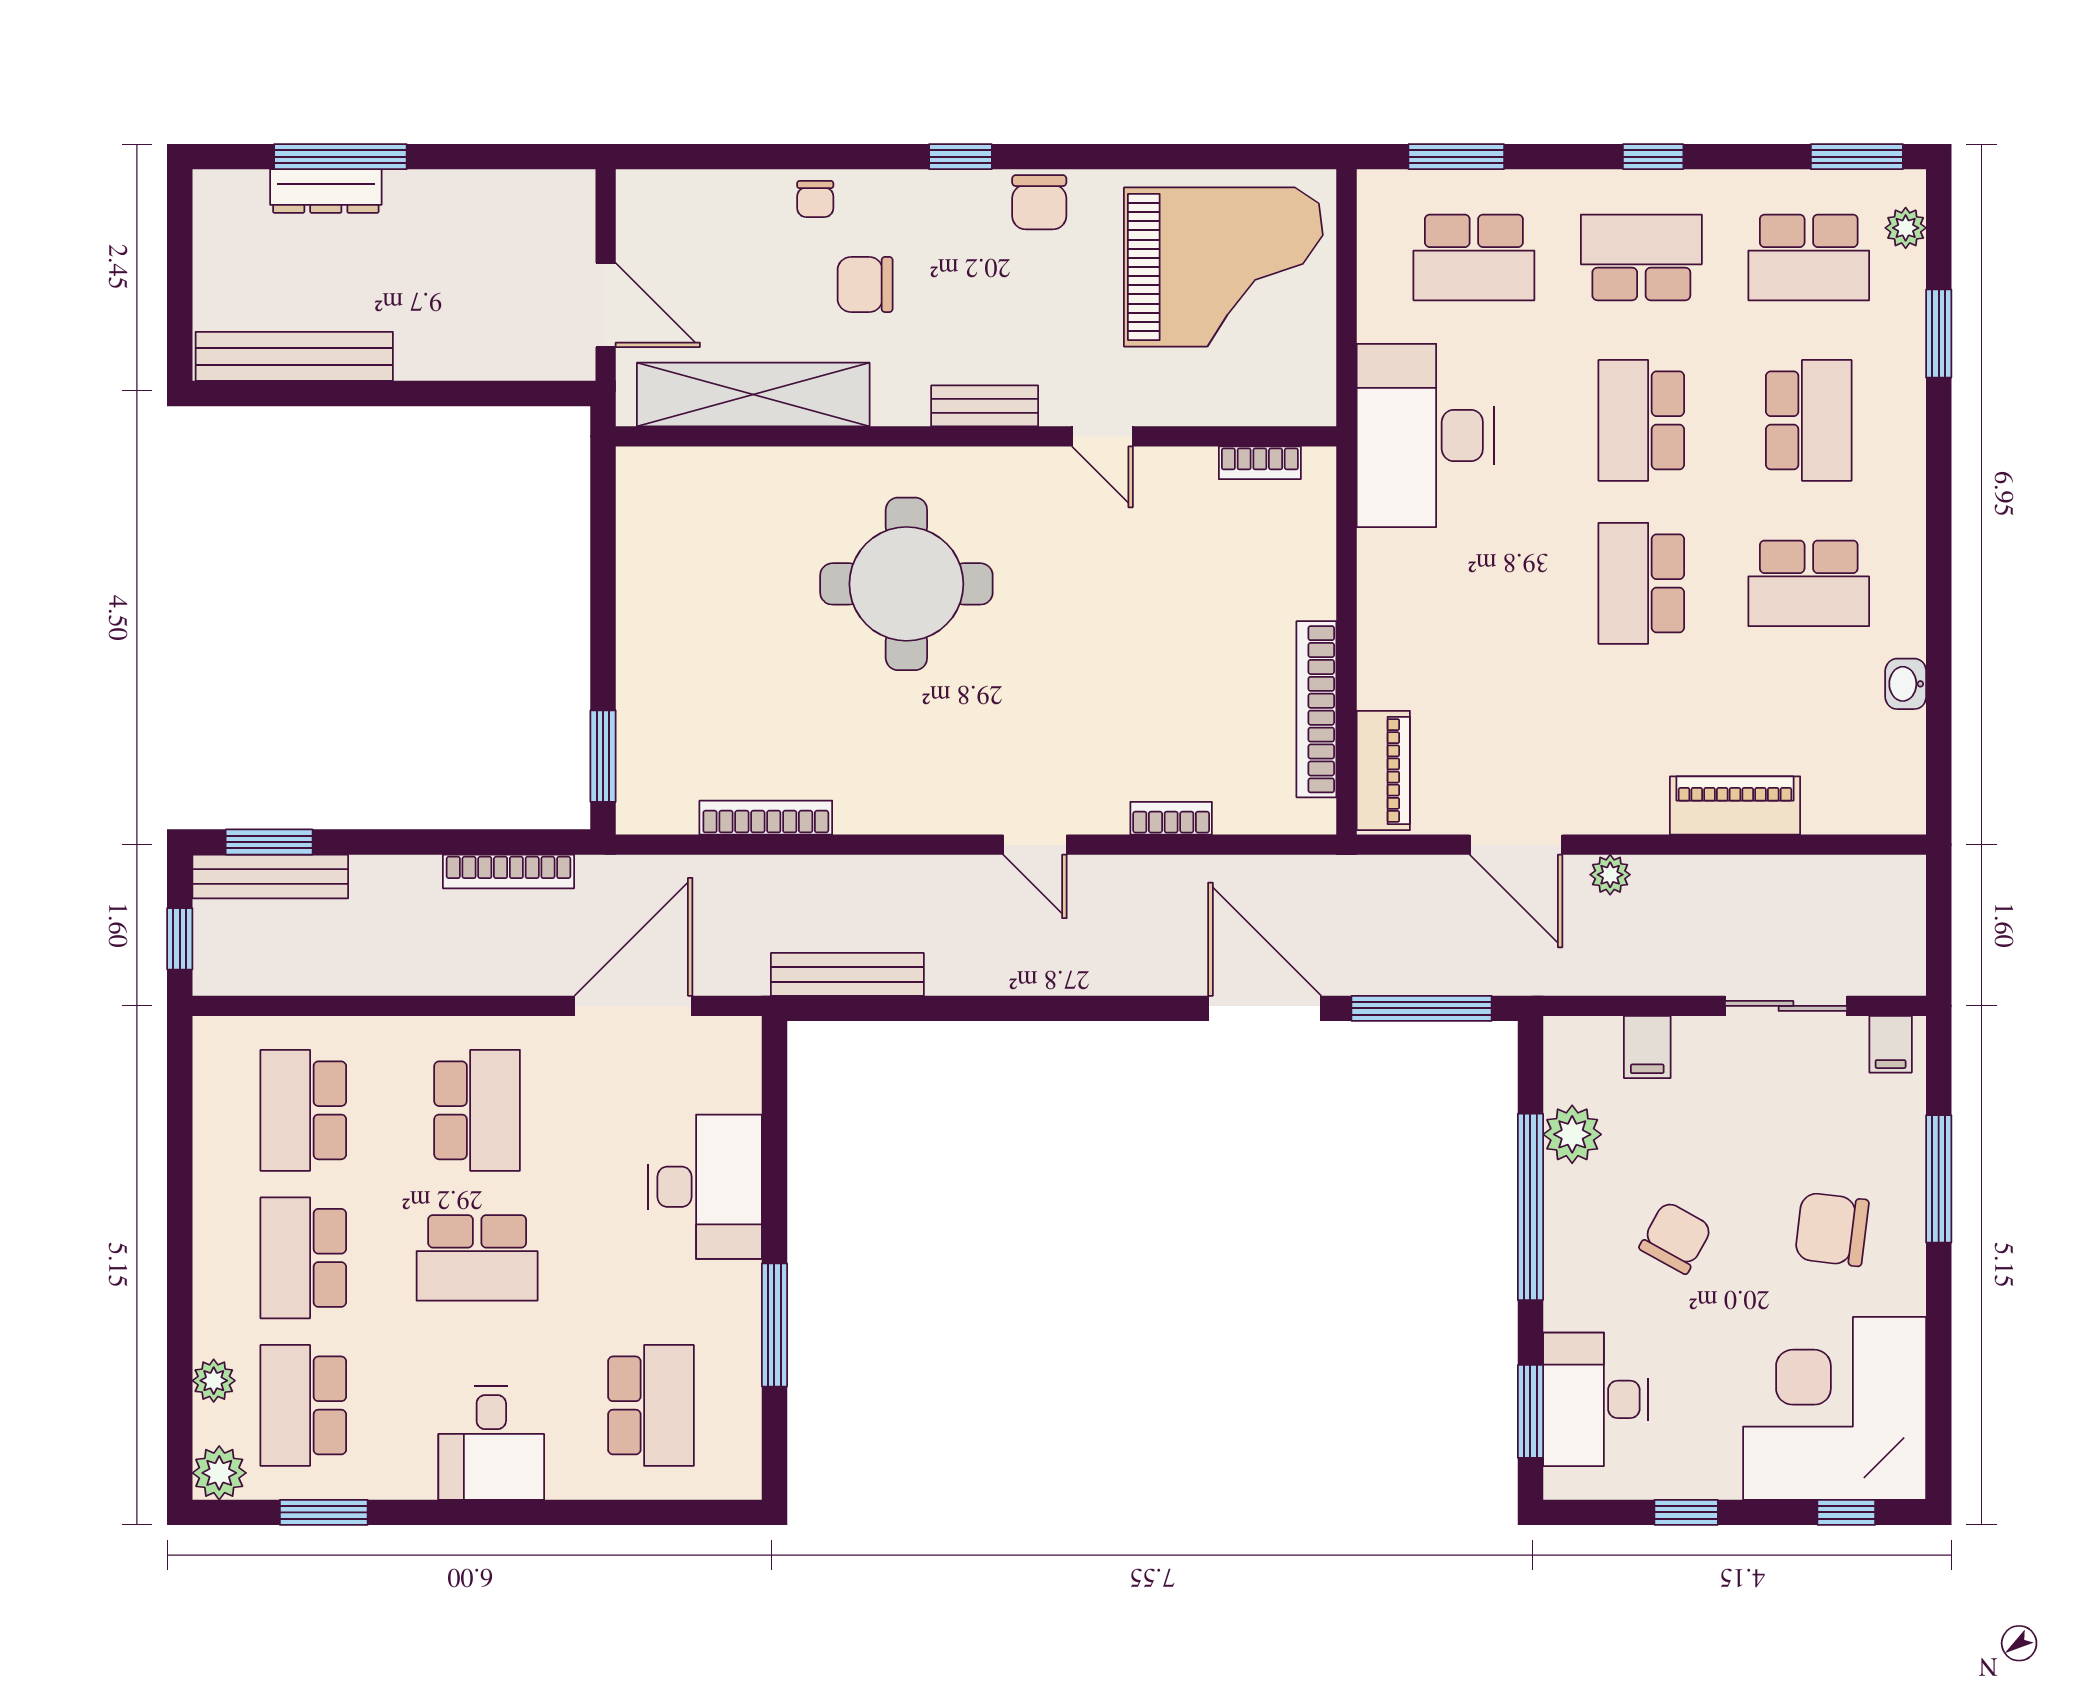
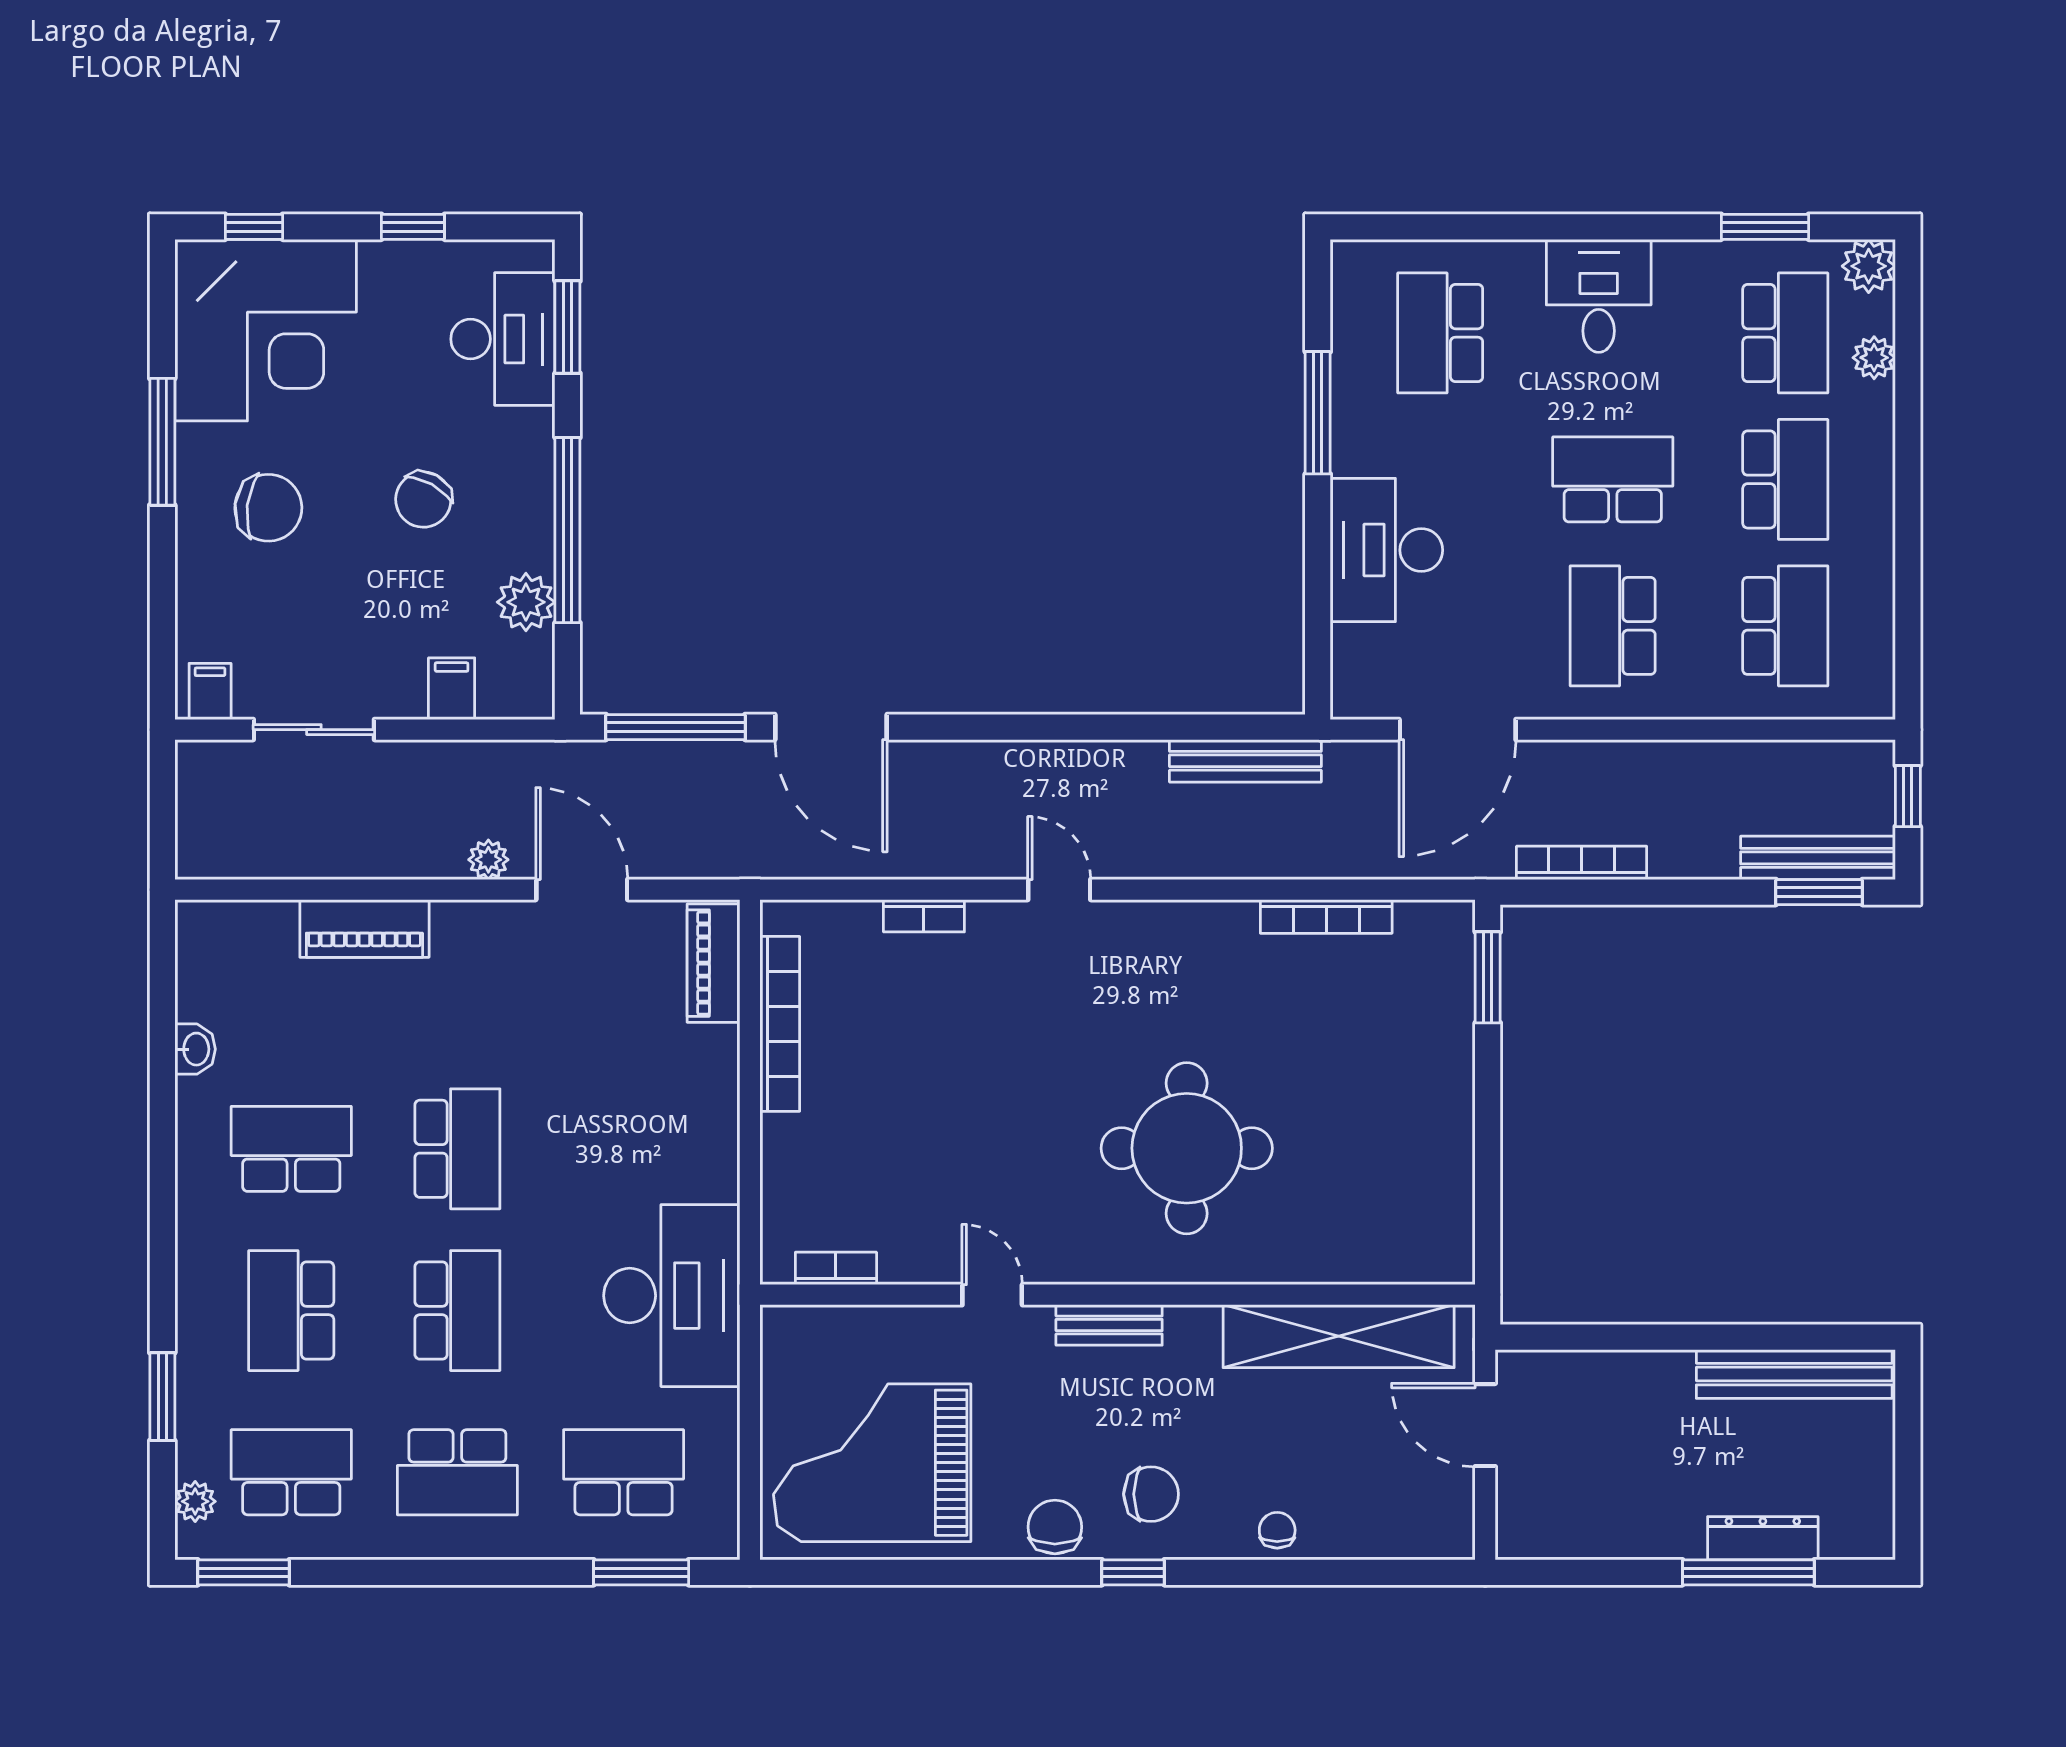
window: (1653, 157) -> (446, 1572), removed
chair: (865, 284) -> (1151, 1494), moved
window: (1939, 1179) -> (162, 442), moved

